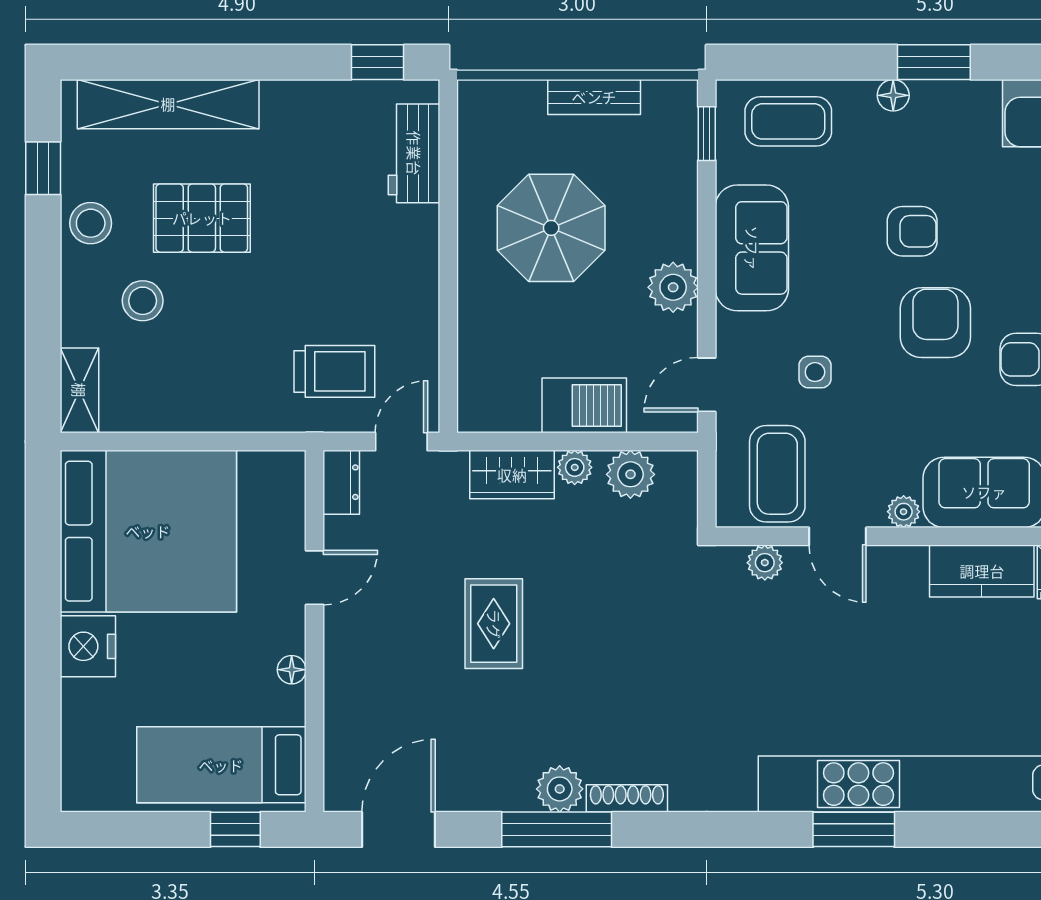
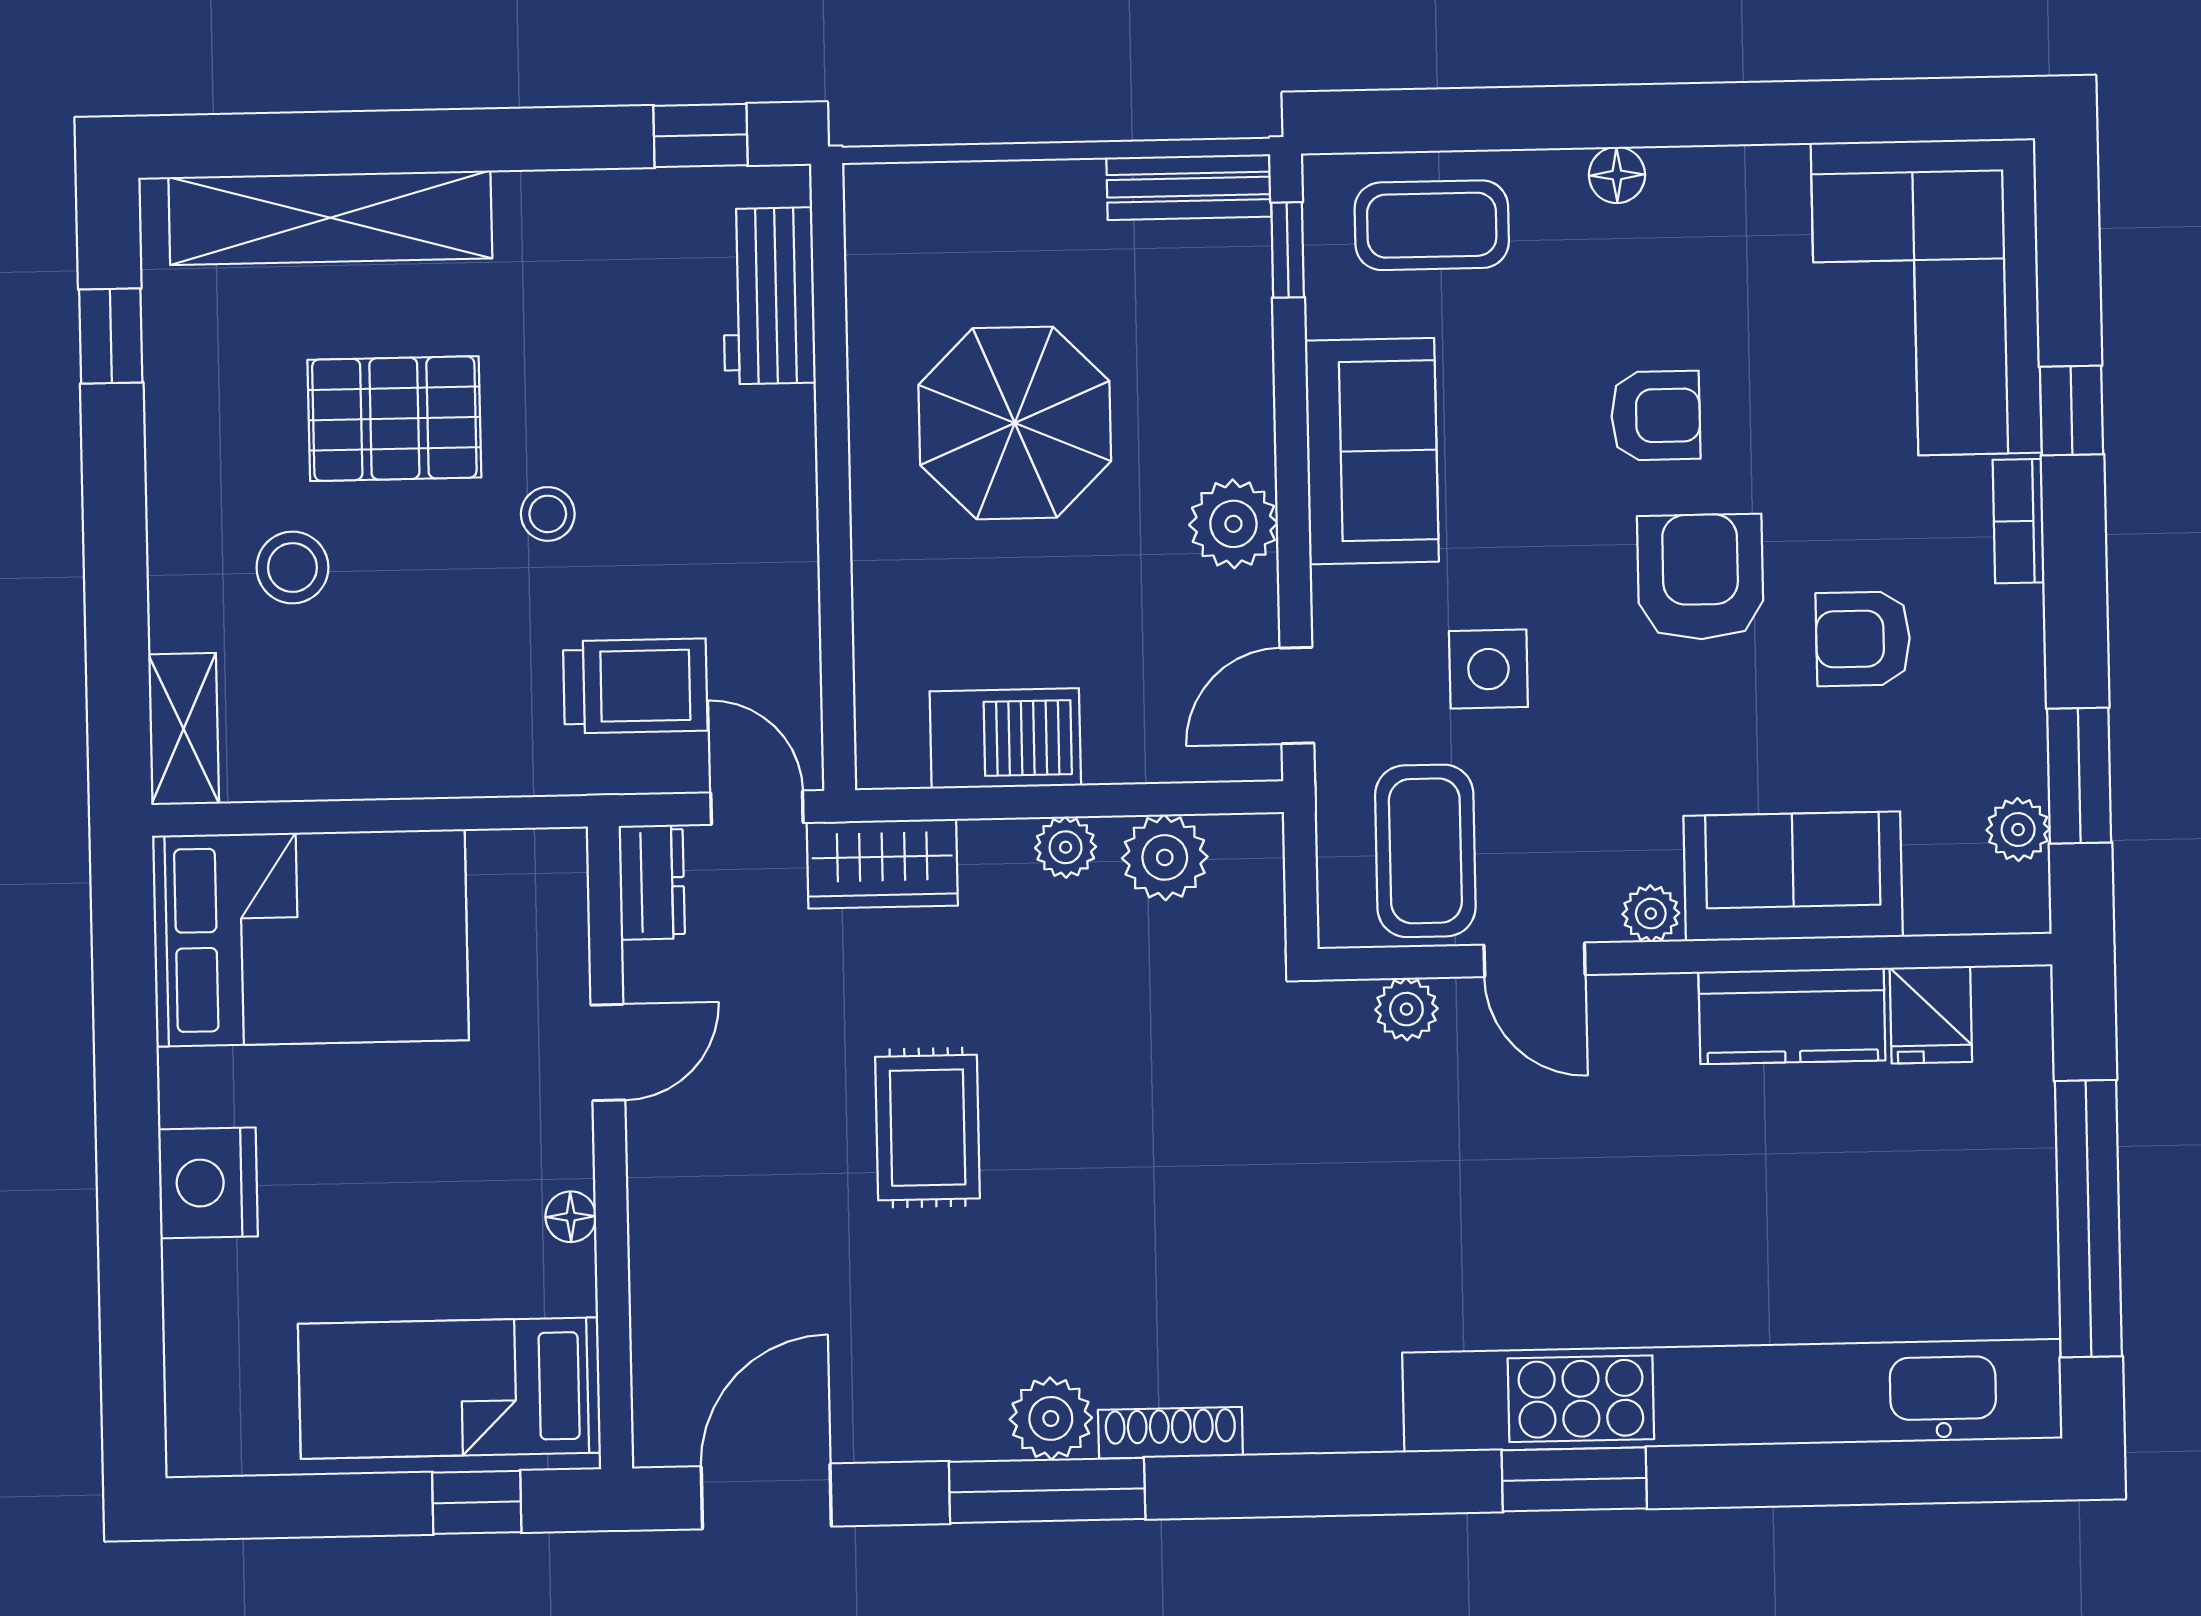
window: (934, 62) -> (1688, 115), removed
bench: (594, 97) -> (1189, 187), moved
stool: (91, 223) -> (548, 514), moved, width x0.73, depth x0.73
side table: (815, 372) -> (1488, 669), width x1.37, depth x1.37
barbecue: (584, 405) -> (1005, 738), moved
door: (401, 442) -> (757, 808), hinge flipped
wardrobe: (512, 475) -> (882, 864), moved
bed: (148, 531) -> (310, 938), width x0.73

